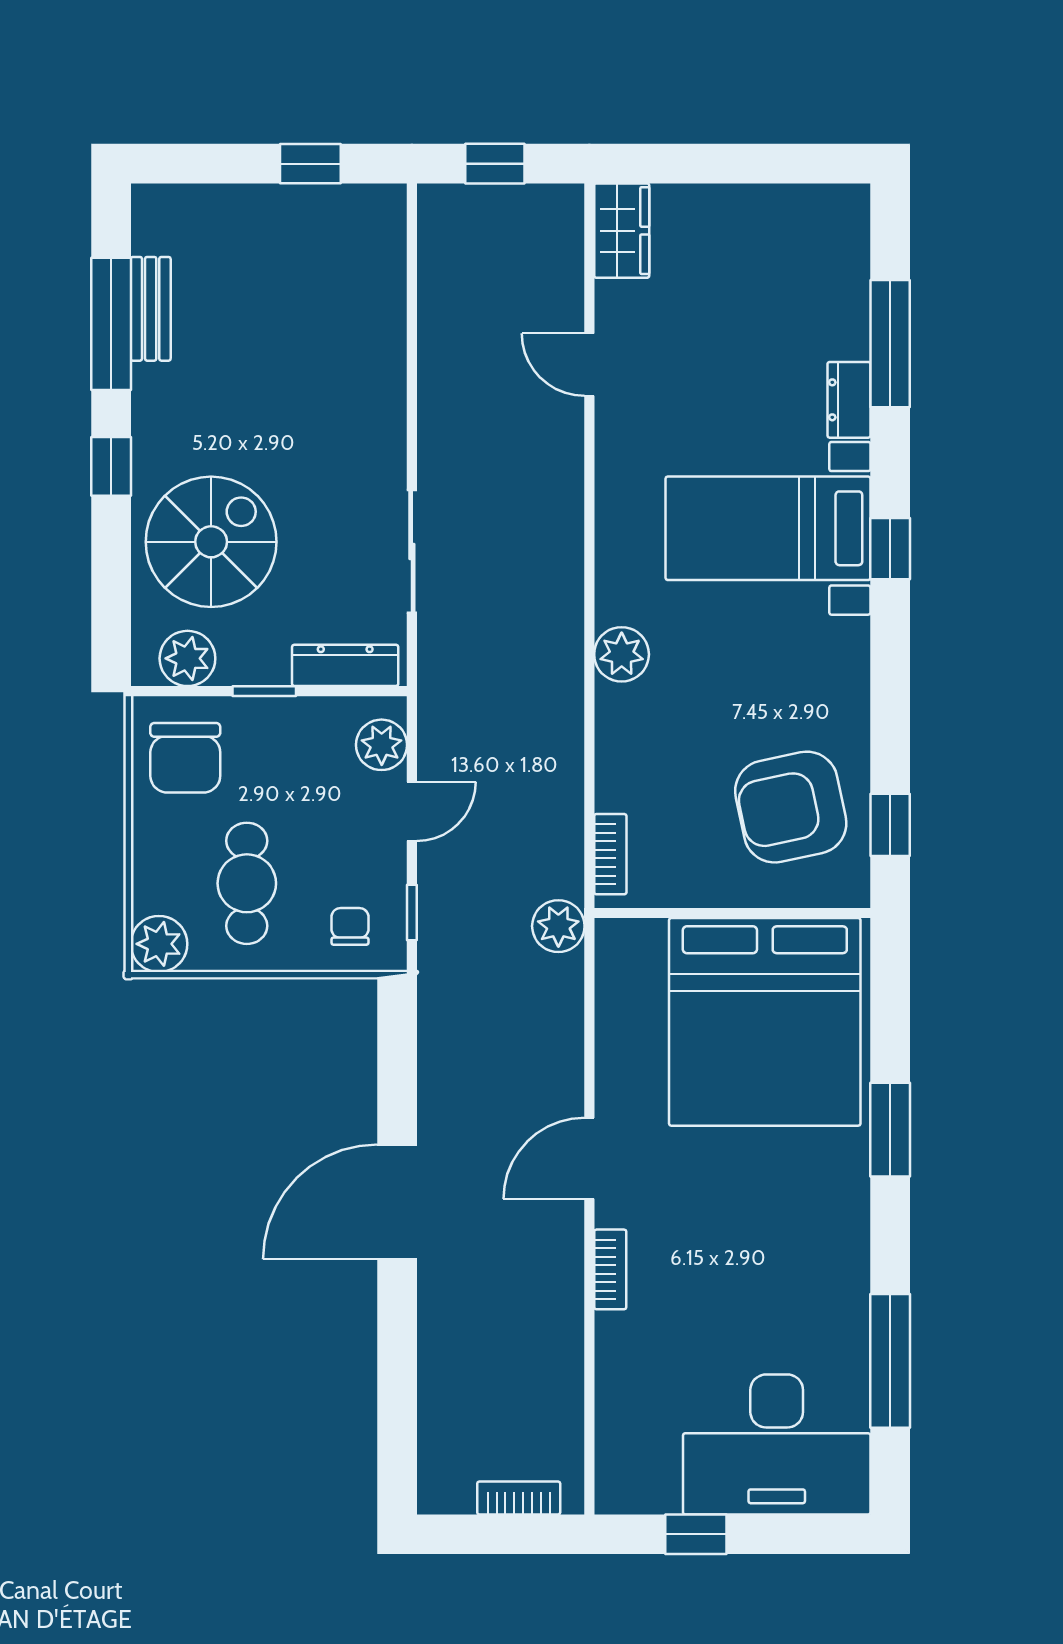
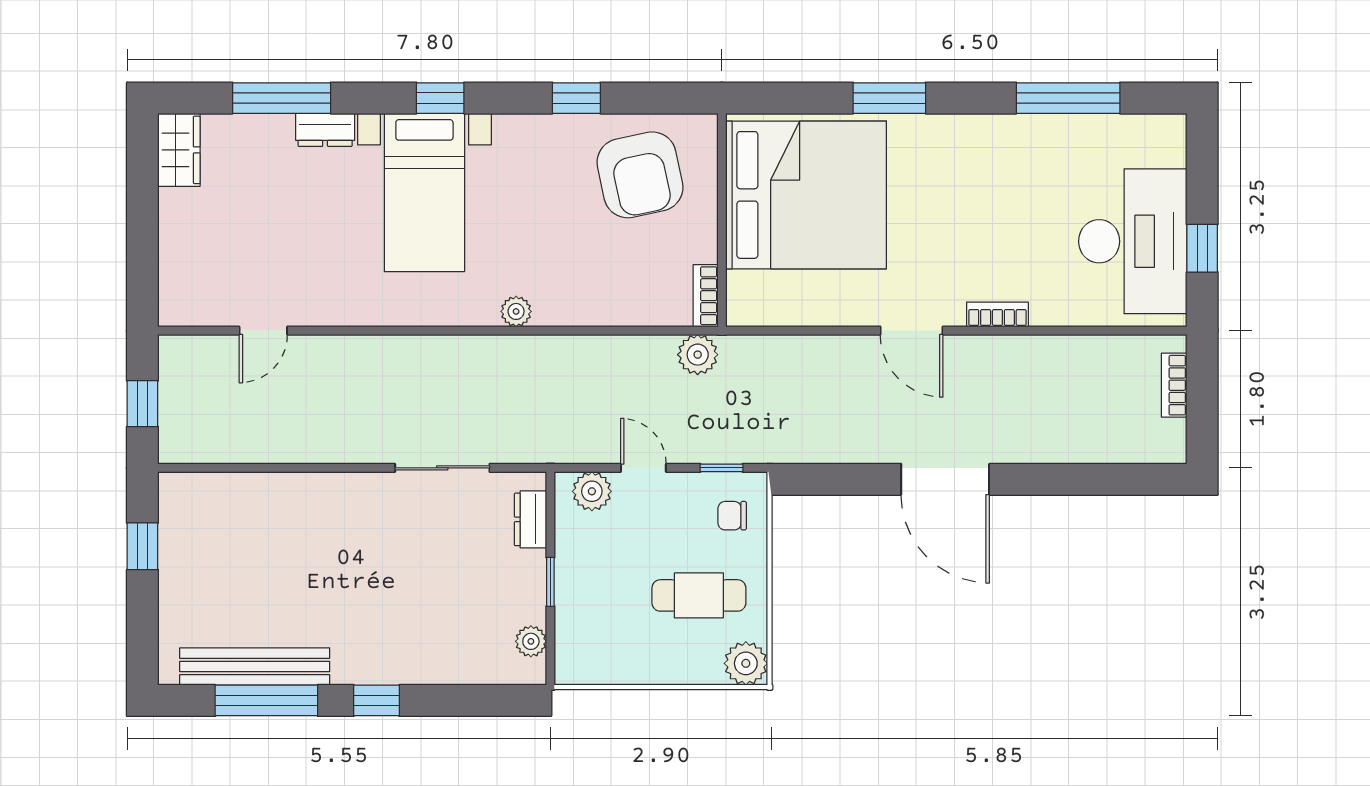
wardrobe: (622, 231) -> (179, 150), moved, turned 90
bench: (151, 309) -> (255, 667), width x1.86, depth x1.21
door: (589, 365) -> (263, 331), moved
spiral stairs: (211, 542) -> (435, 623), removed
plant: (622, 654) -> (516, 311), width x0.73, depth x0.73
plant: (187, 658) -> (531, 641), width x0.73, depth x0.73
dresser: (345, 665) -> (530, 519), width x0.70
chair: (185, 758) -> (602, 643), removed
window: (890, 825) -> (576, 98), moved
bookcase: (610, 854) -> (706, 296), moved, turned -90
plant: (558, 926) -> (698, 355), moved
desk: (777, 1444) -> (1133, 241), moved

